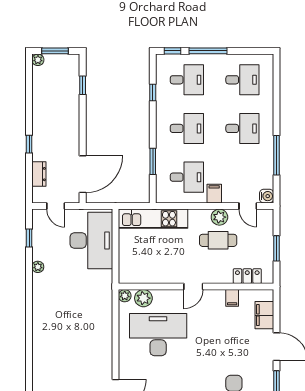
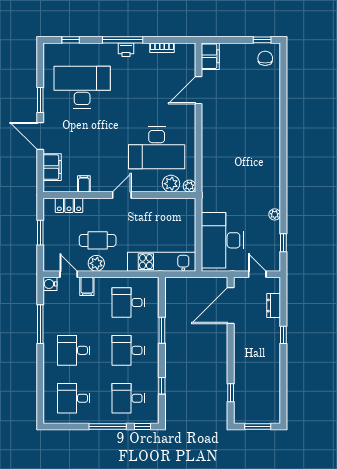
plant: (38, 60) -> (275, 418), removed
window: (153, 161) -> (162, 330), moved
filing cabinet: (214, 194) -> (87, 286), moved

